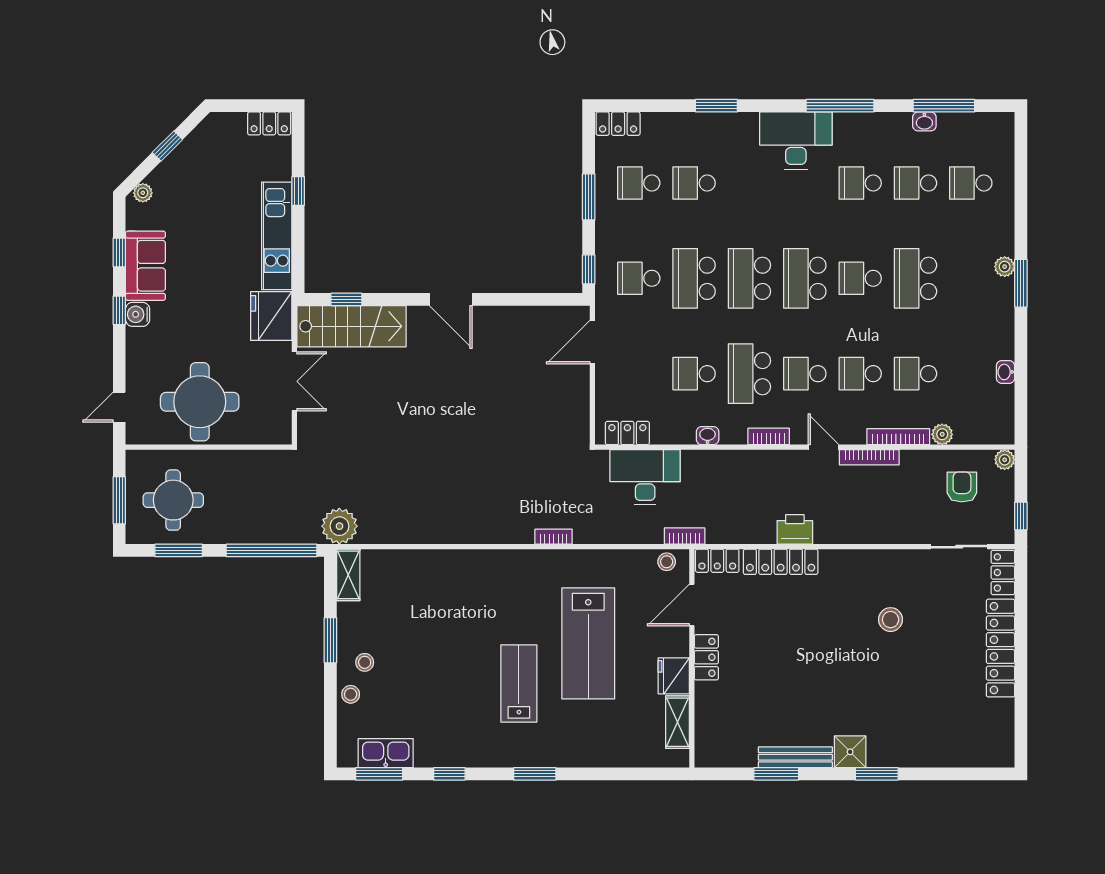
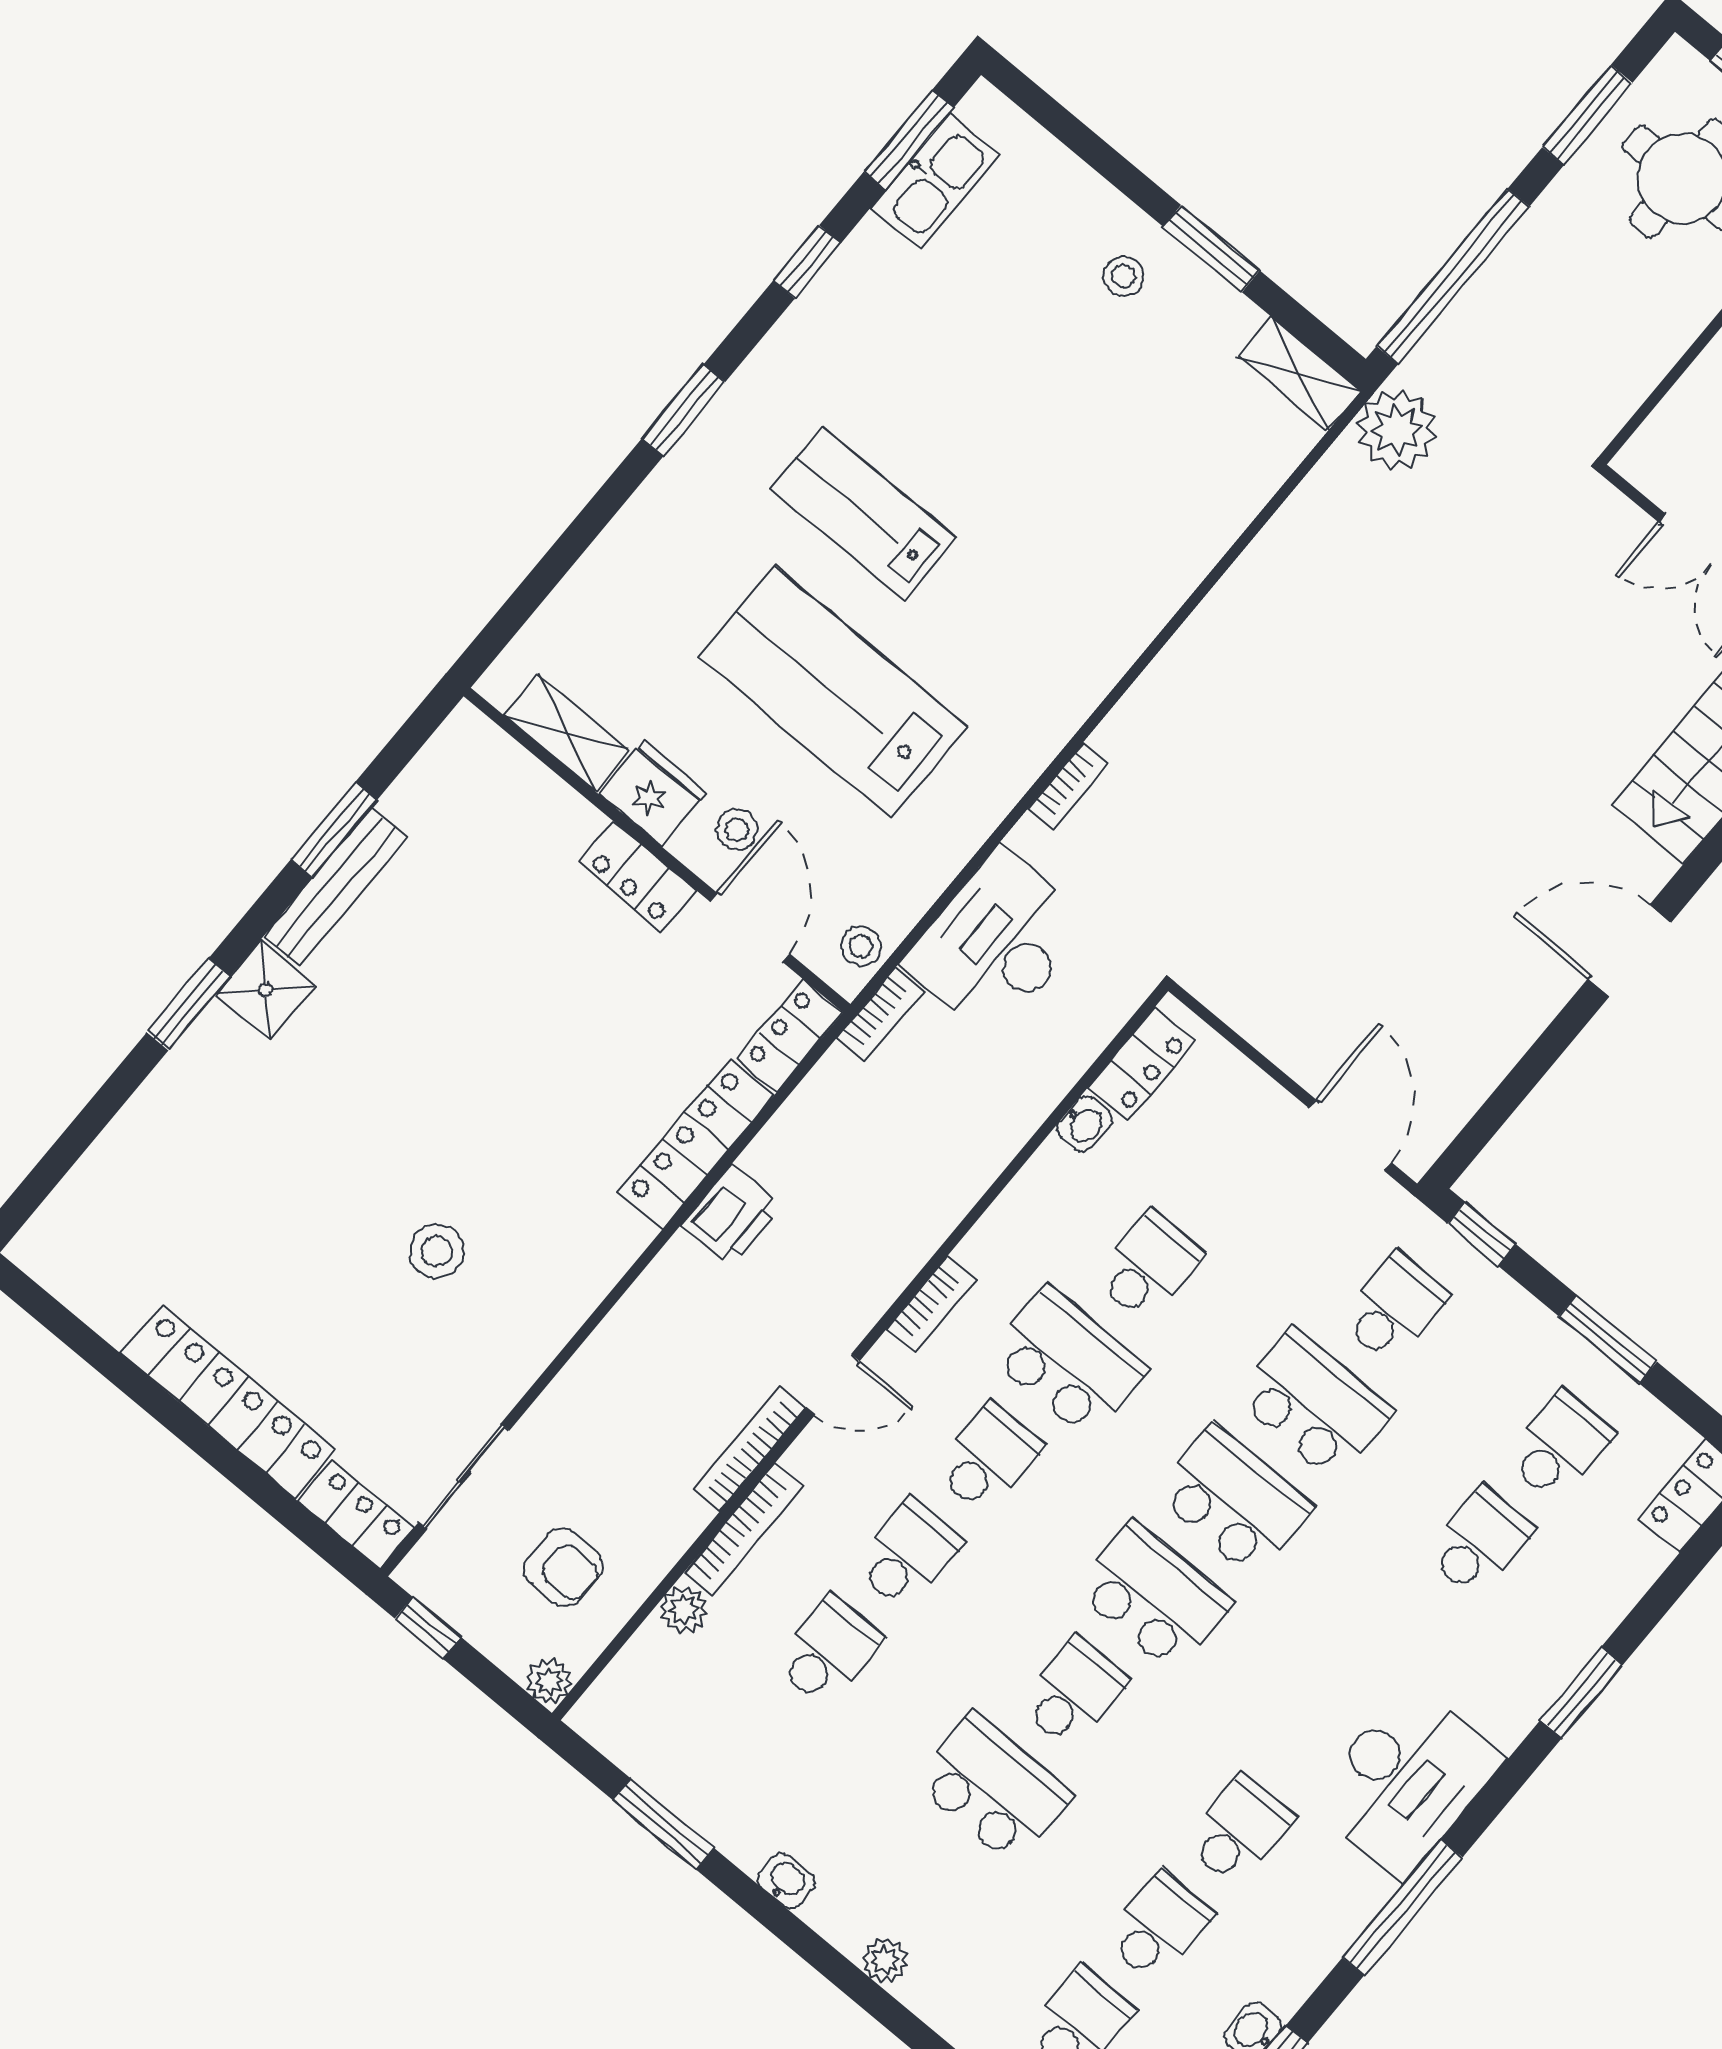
window: (1021, 283) -> (663, 1824), moved
washbasin: (1005, 372) -> (786, 1881), moved
washbasin: (708, 436) -> (1084, 1124), moved
desk: (645, 477) -> (997, 943), moved, turned 180
lab bench: (519, 683) -> (863, 513), turned 180
stool: (351, 694) -> (737, 829), moved

